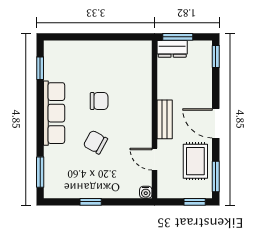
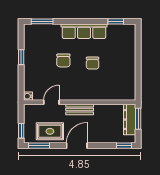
dresser: (172, 49) -> (130, 120), width x1.44
chair: (95, 142) -> (63, 60), turned 151

